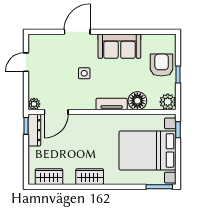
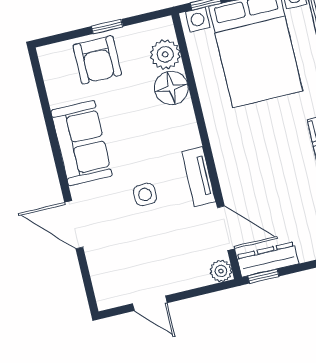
armchair: (162, 65) -> (97, 60), turned -90
plant: (168, 102) -> (165, 54), moved
tv unit: (112, 104) -> (199, 177), moved

